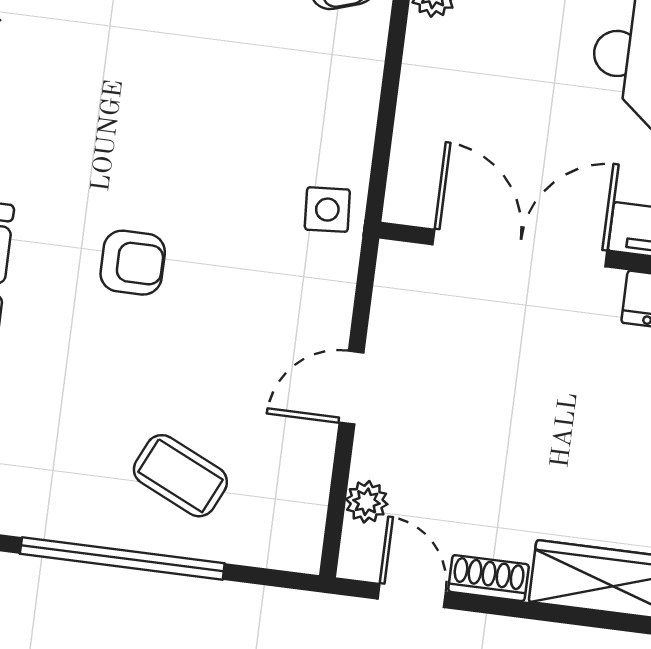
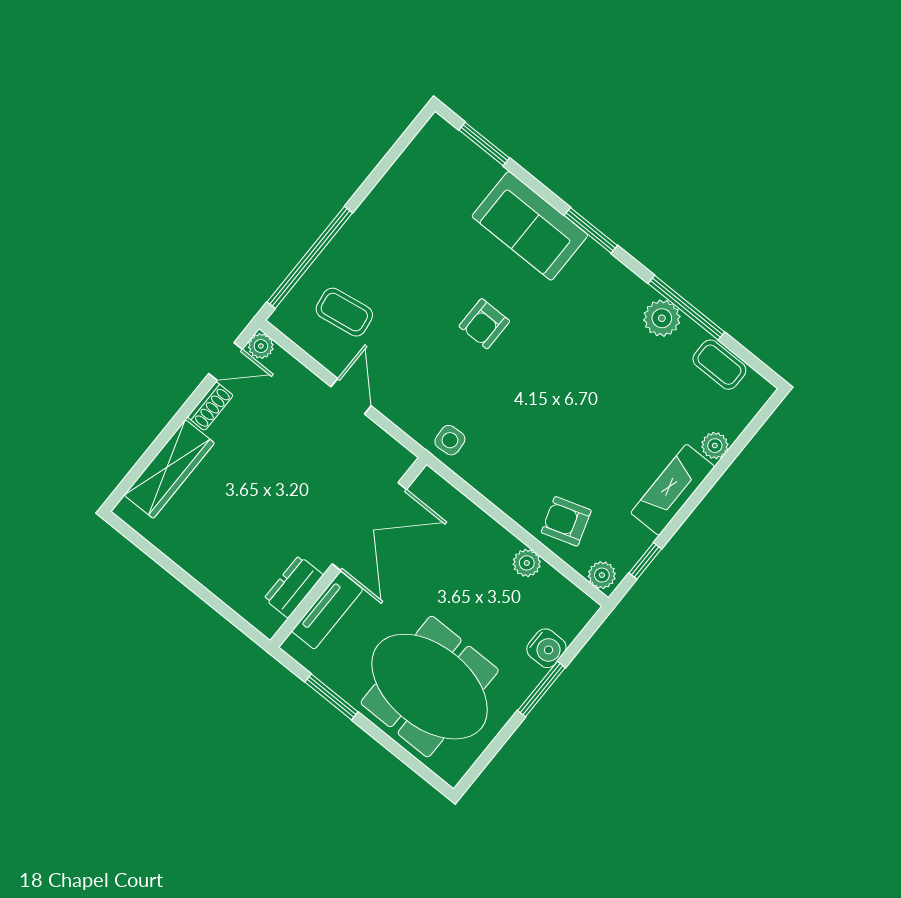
coffee table: (180, 476) -> (344, 312), moved, turned 56
plant: (367, 502) -> (261, 346), moved
window: (122, 558) -> (310, 257), moved

